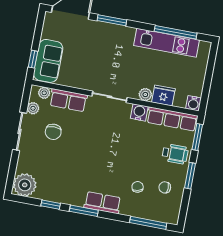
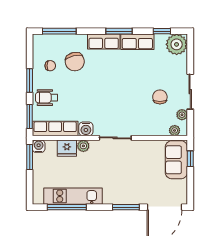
window: (205, 94) -> (30, 157), added
row of seats: (68, 100) -> (137, 42), moved, turned 180
chair: (138, 187) -> (75, 62), width x1.87, depth x1.87
window: (51, 205) -> (162, 31), moved

